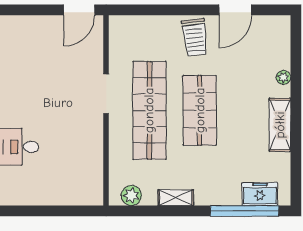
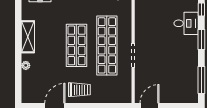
trolley: (195, 37) -> (79, 90), turned 97

